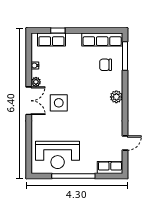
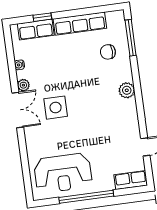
row of seats: (102, 40) -> (80, 24), moved

